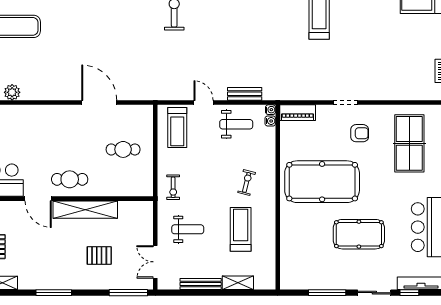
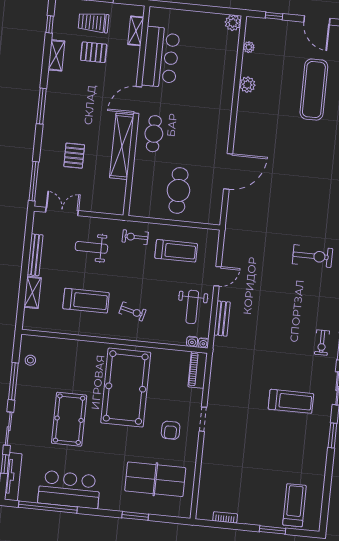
treadmill: (177, 127) -> (176, 251), moved, turned 180
cafe table: (123, 149) -> (178, 190), width x1.37, depth x1.35
weight bench: (188, 229) -> (91, 247), turned 90
stool: (305, 278) -> (30, 360), added

